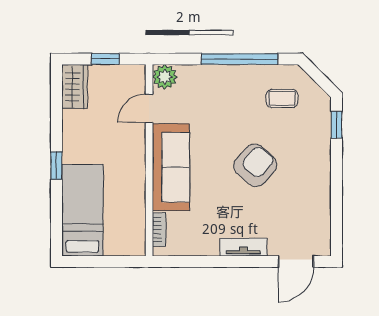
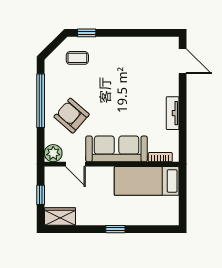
coffee table: (282, 98) -> (77, 58), moved, turned 90
armchair: (255, 165) -> (72, 116), moved
bed: (82, 210) -> (147, 181), moved
tv unit: (243, 247) -> (173, 113), moved

